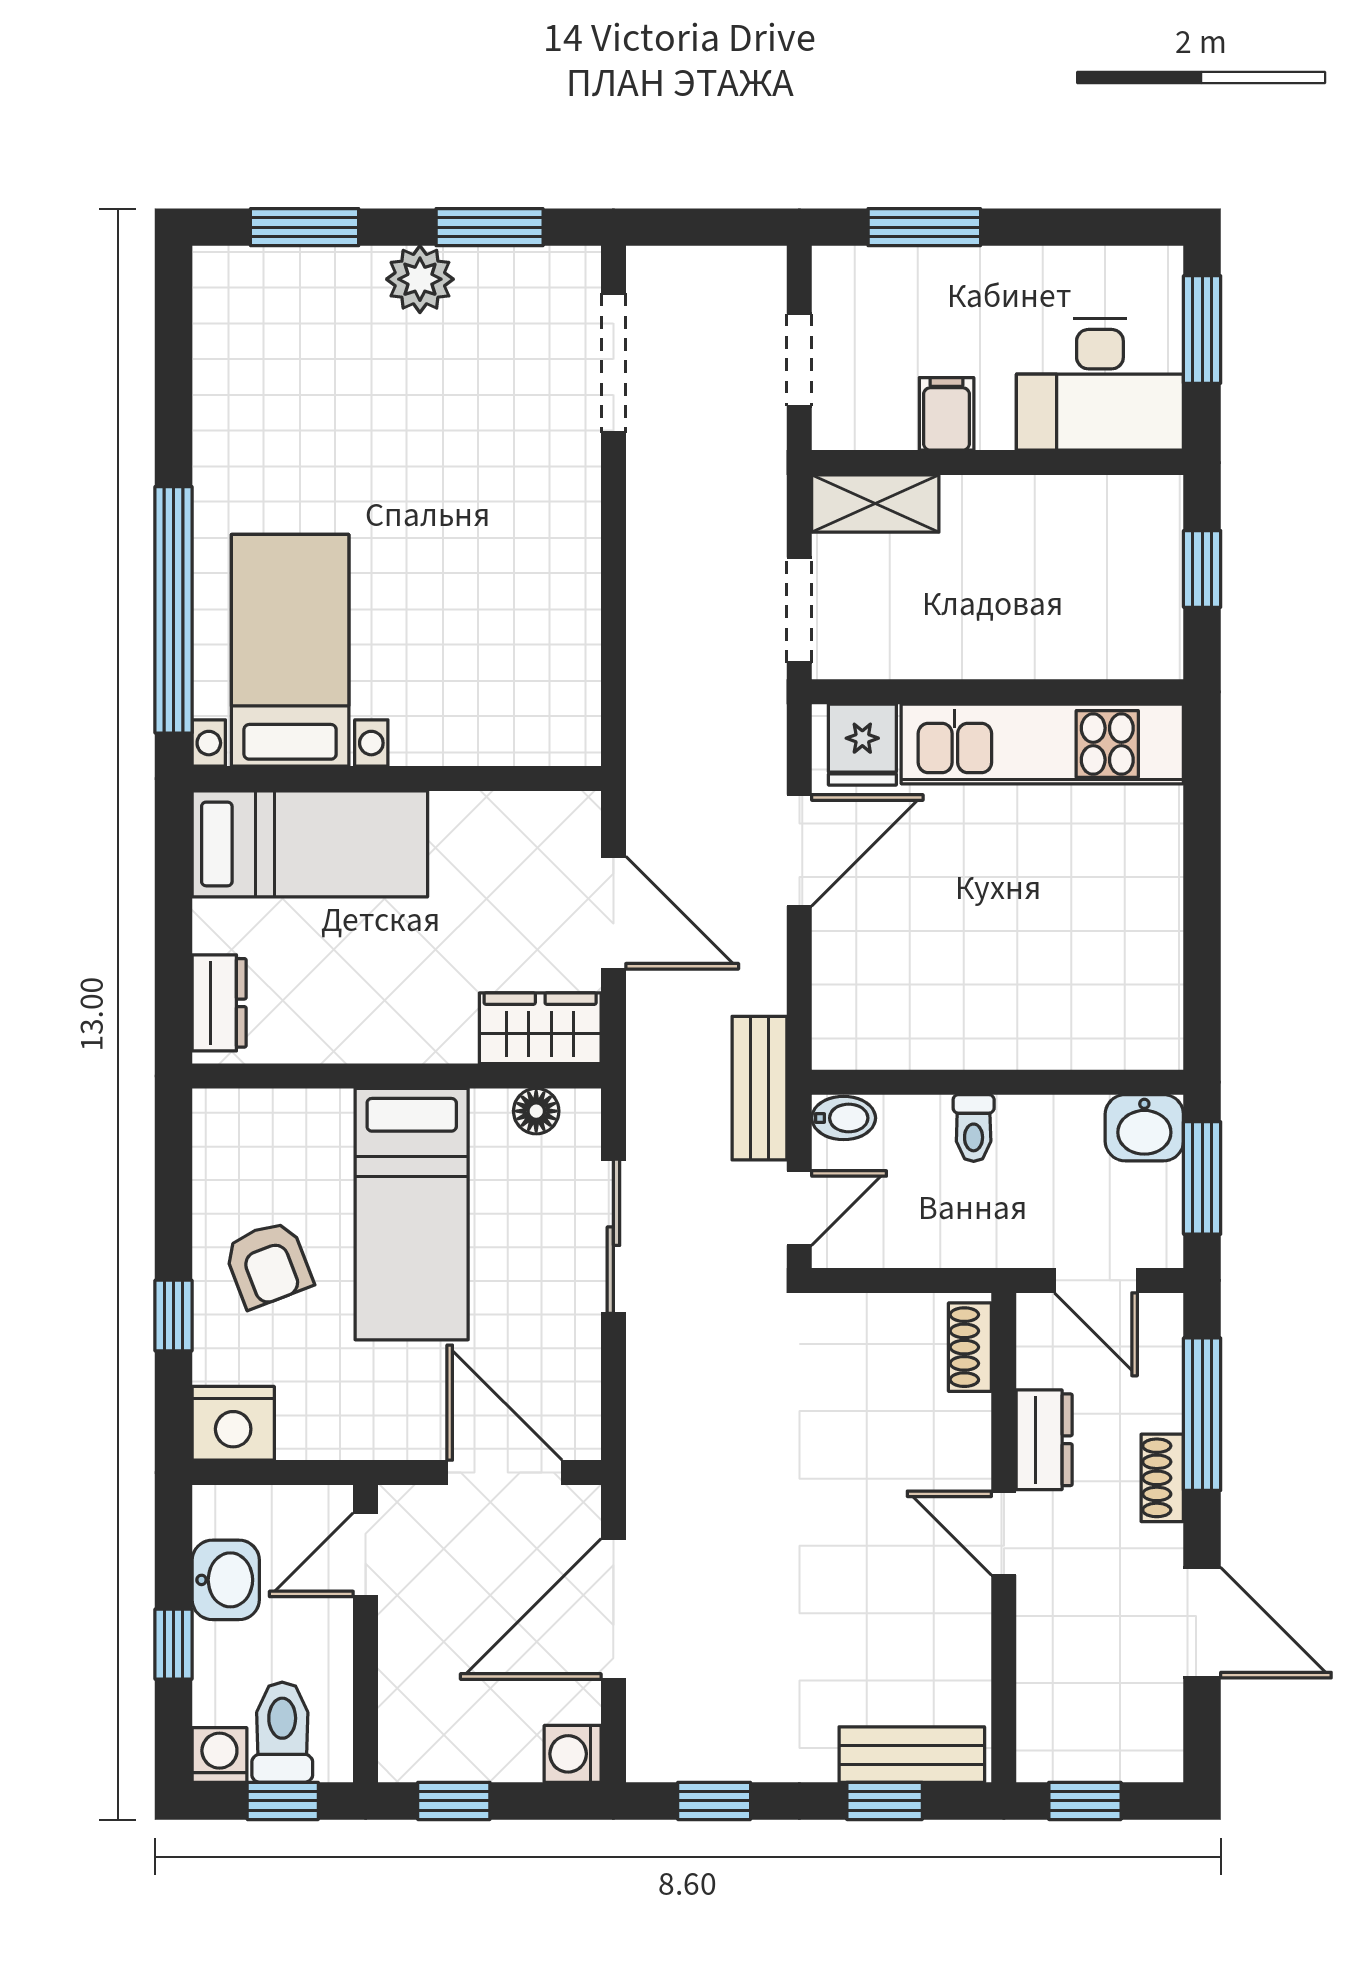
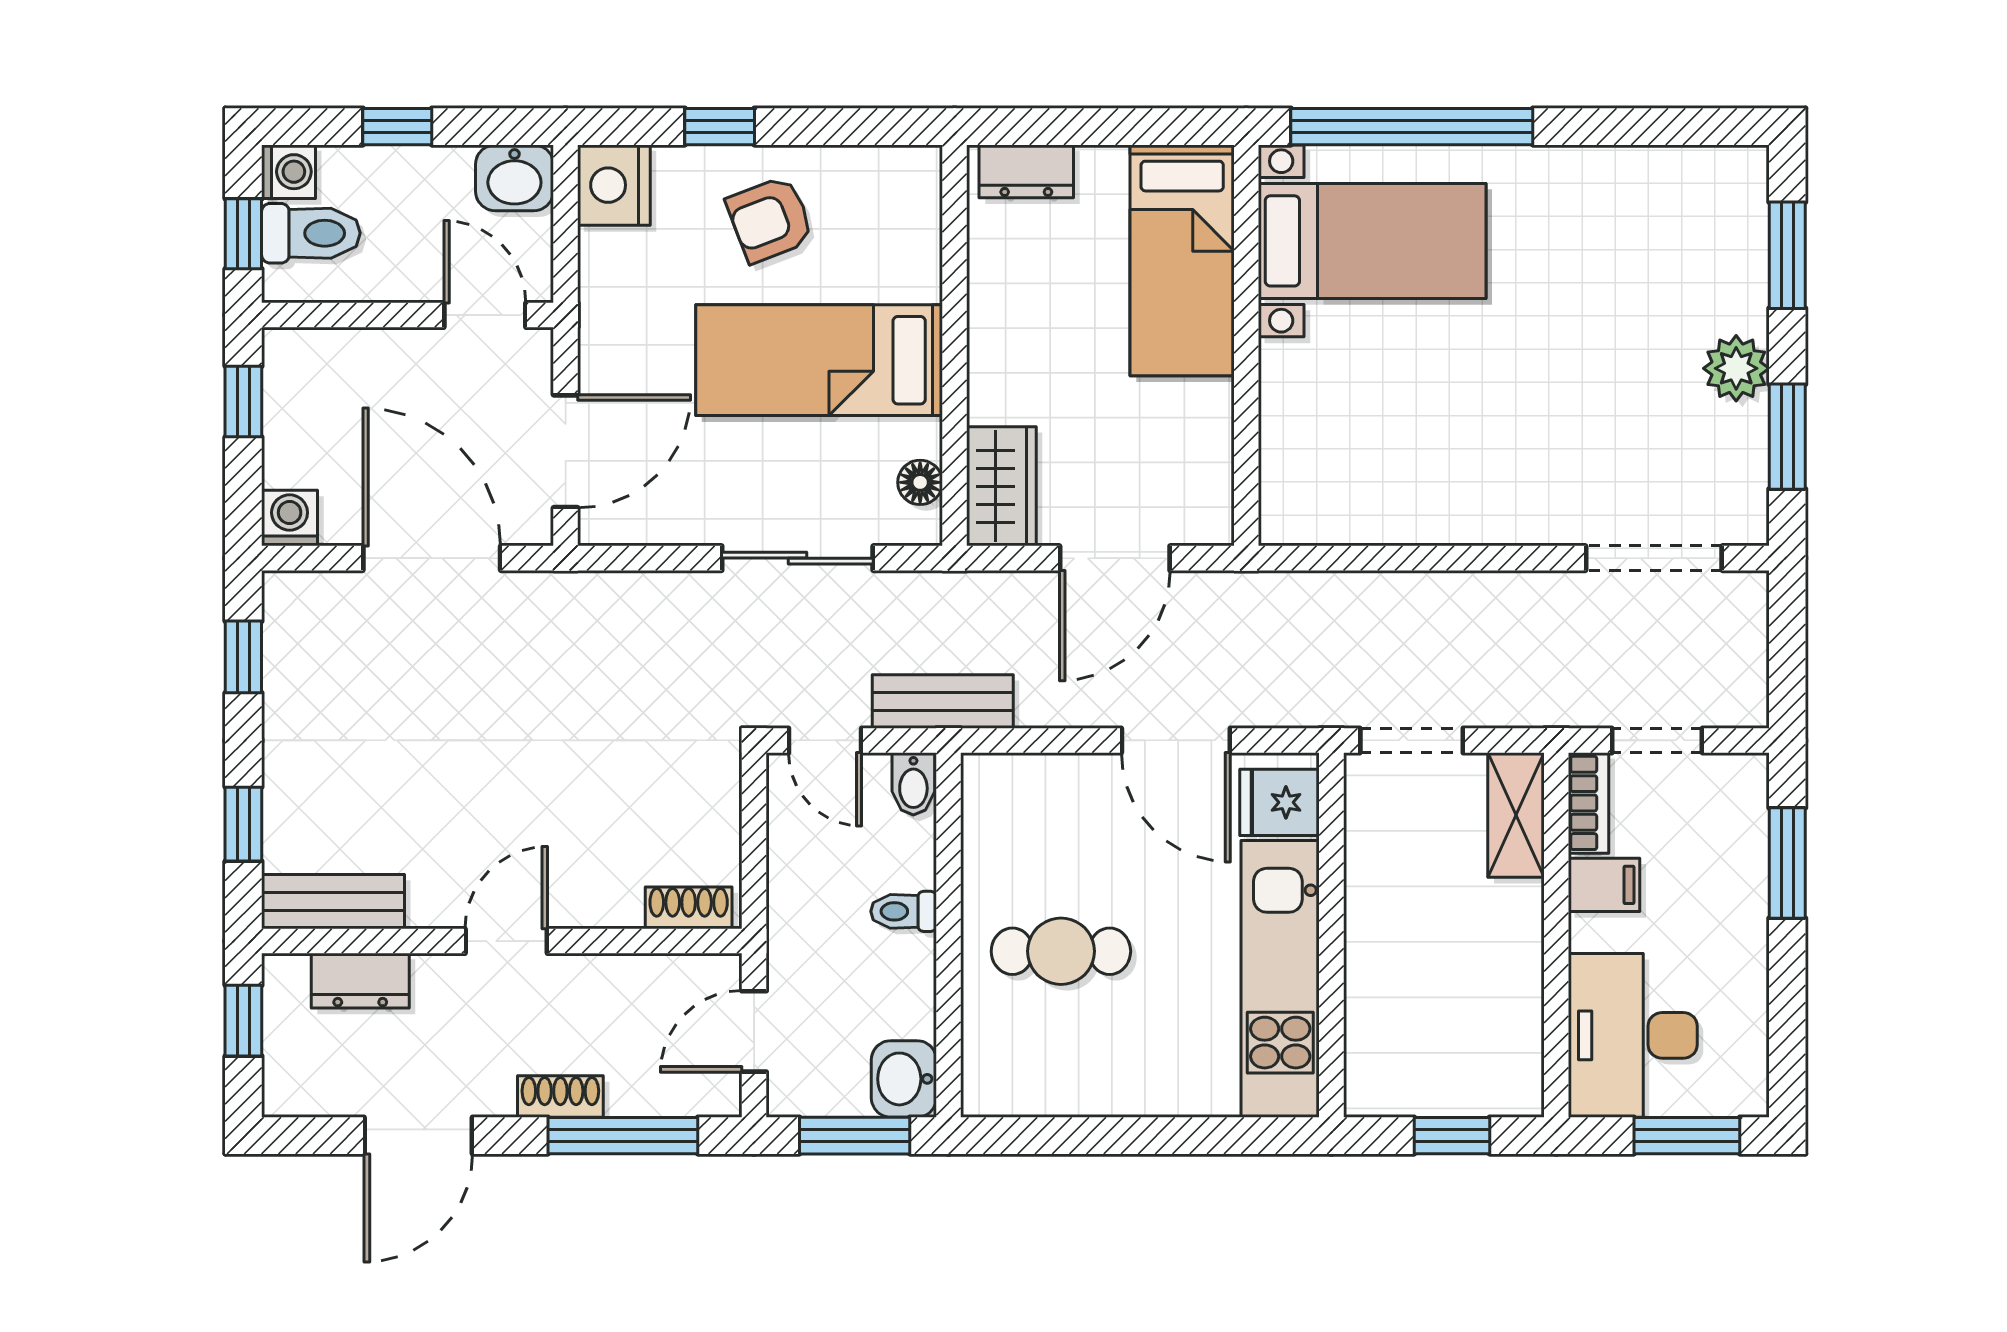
bookcase: (863, 430) -> (1589, 803), added
cafe table: (1014, 968) -> (1061, 951), added
dresser: (1044, 1440) -> (360, 981), moved
washbasin: (226, 1580) -> (514, 178), moved
bench: (912, 1755) -> (333, 902), moved, turned 90

